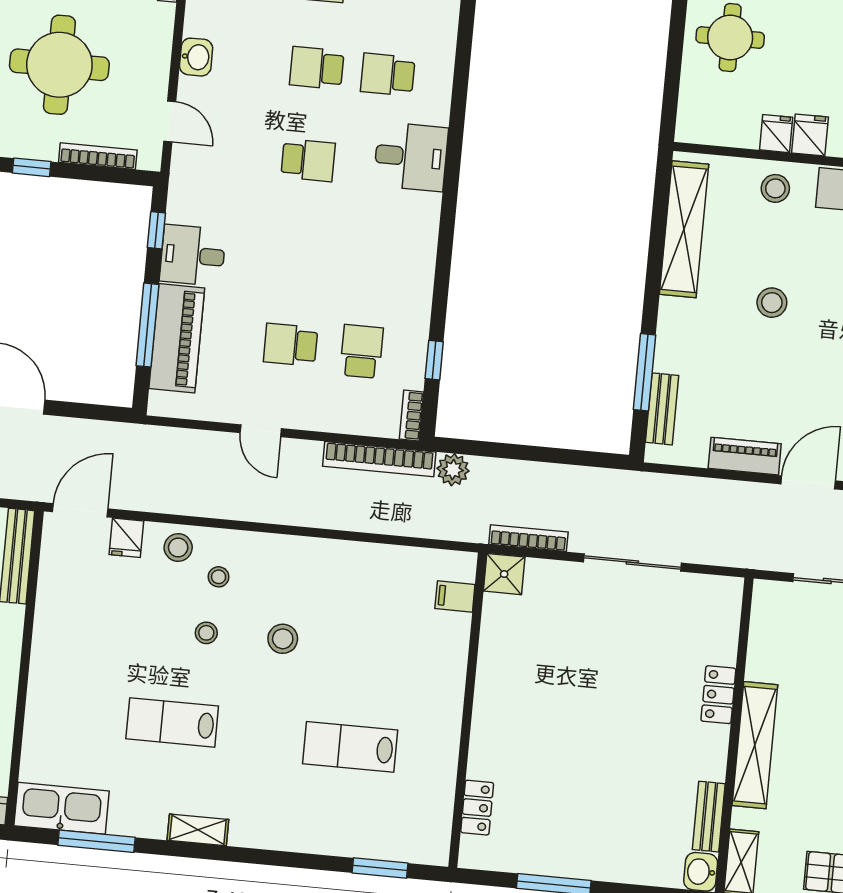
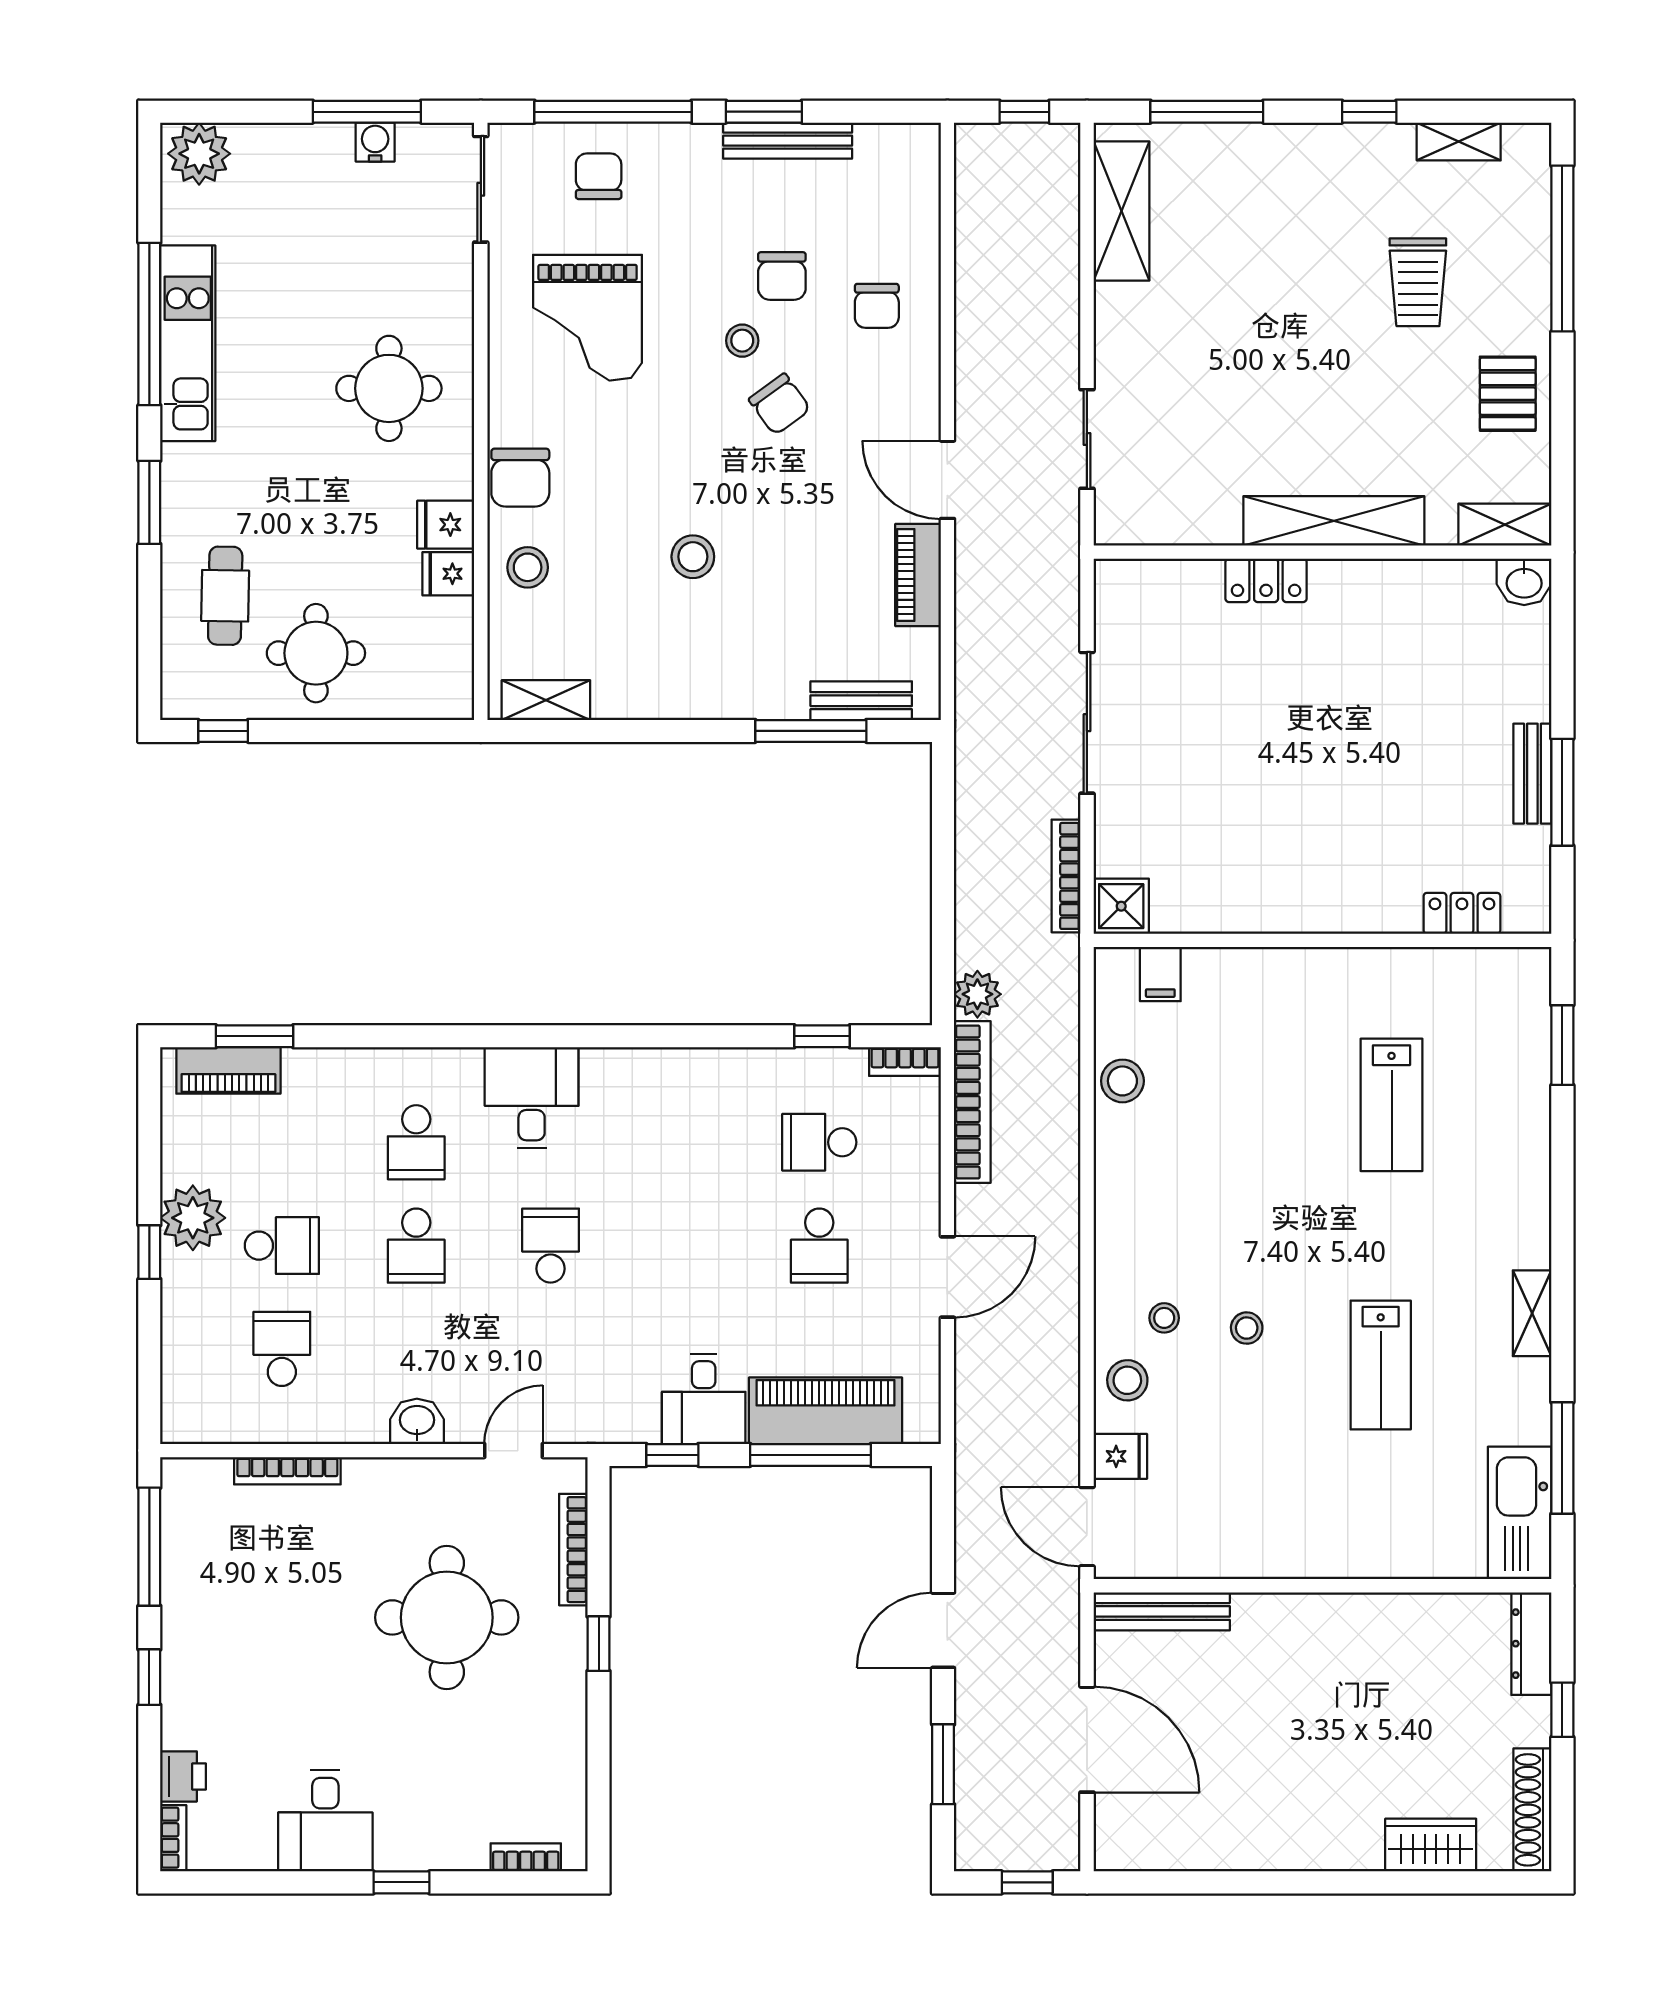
shelving: (684, 229) -> (546, 700), width x0.45, depth x0.75
door: (261, 431) -> (947, 1277), width x1.38
stool: (283, 639) -> (1122, 1081), moved
bench: (709, 817) -> (1532, 774), moved, turned 90

